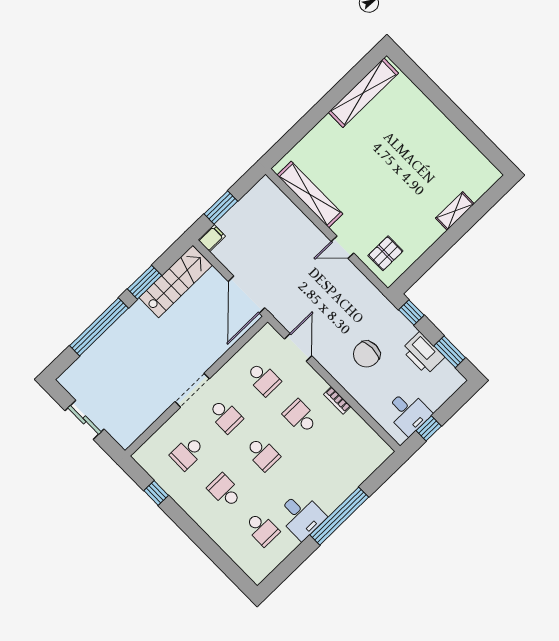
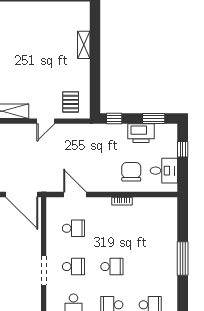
chair: (367, 354) -> (131, 172), moved, turned 180
school desk: (300, 417) -> (112, 228), removed
window: (429, 428) -> (183, 149), moved
desk: (301, 516) -> (163, 278), removed
window: (339, 516) -> (183, 258), width x0.68

